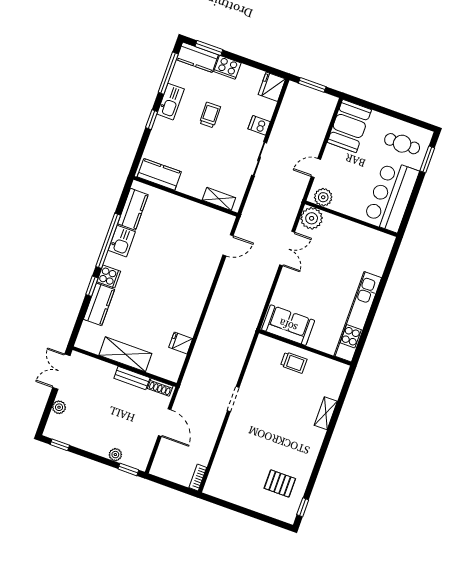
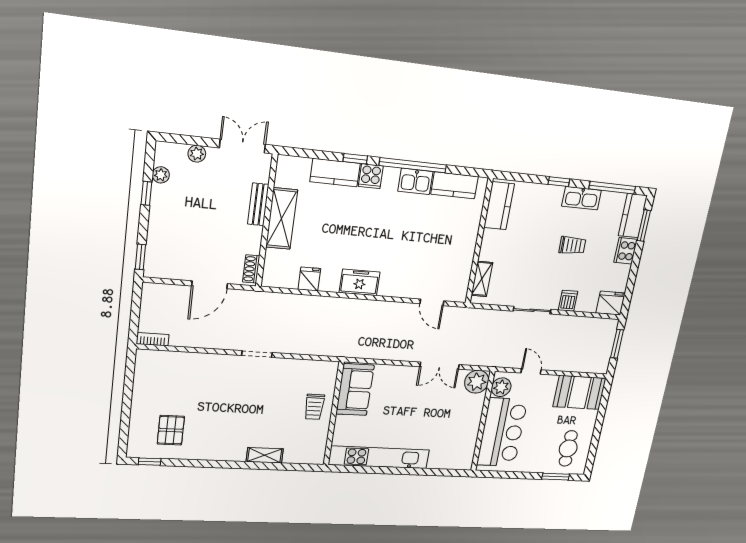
bar counter: (391, 196) -> (502, 432), moved, turned 90
freezer: (195, 303) -> (360, 282), added
bench: (132, 378) -> (258, 204), moved
window: (60, 445) -> (146, 193), moved
plant: (115, 455) -> (161, 175), moved

